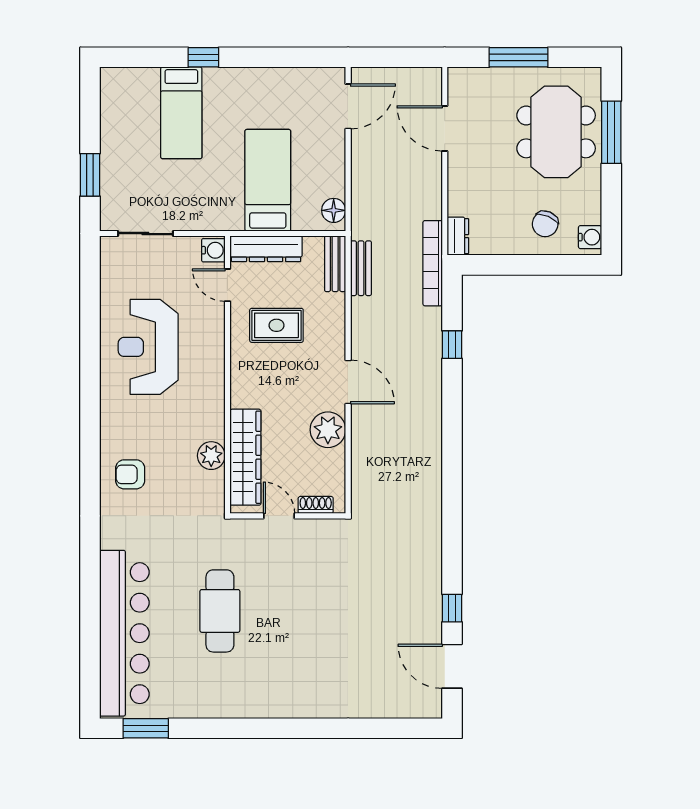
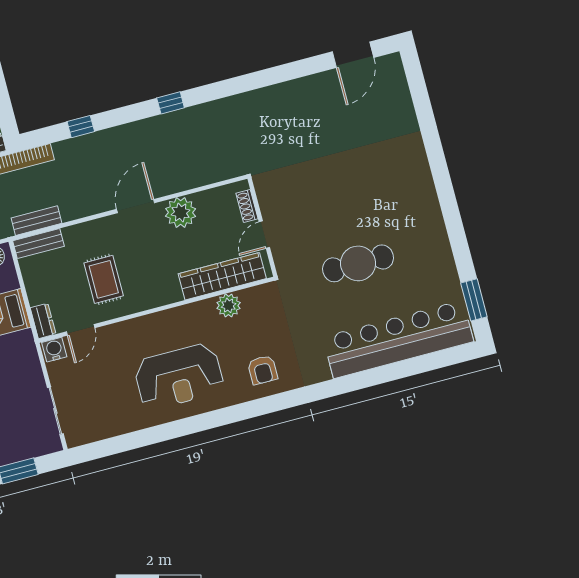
dresser: (266, 249) -> (43, 321), width x0.51, depth x0.80
reception desk: (148, 347) -> (179, 377), moved
window: (452, 608) -> (171, 103), moved

